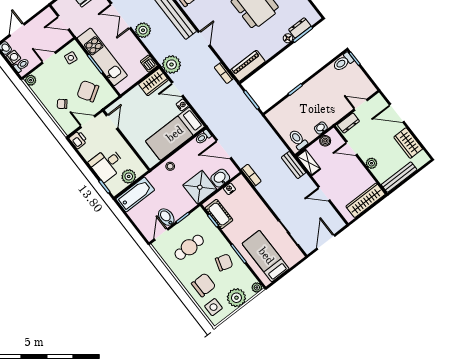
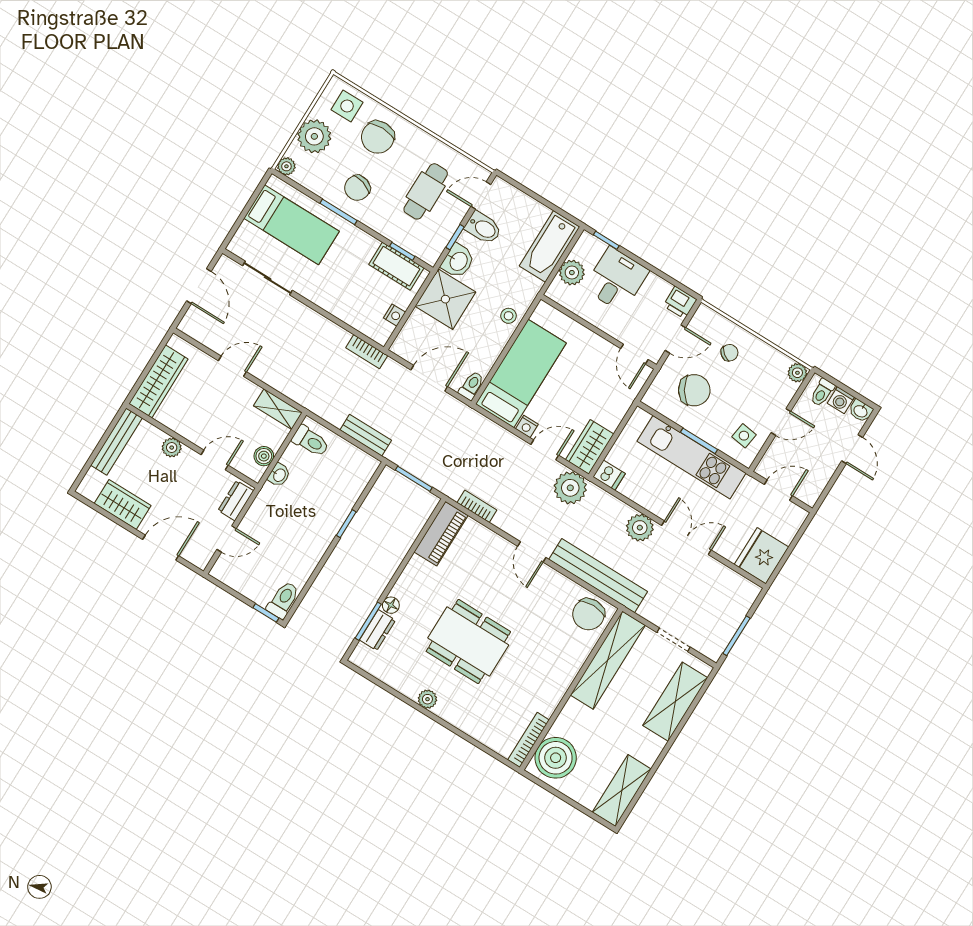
bench: (294, 165) -> (366, 435), moved
washbasin: (220, 178) -> (458, 261), moved
door: (161, 234) -> (481, 196), swing flipped

